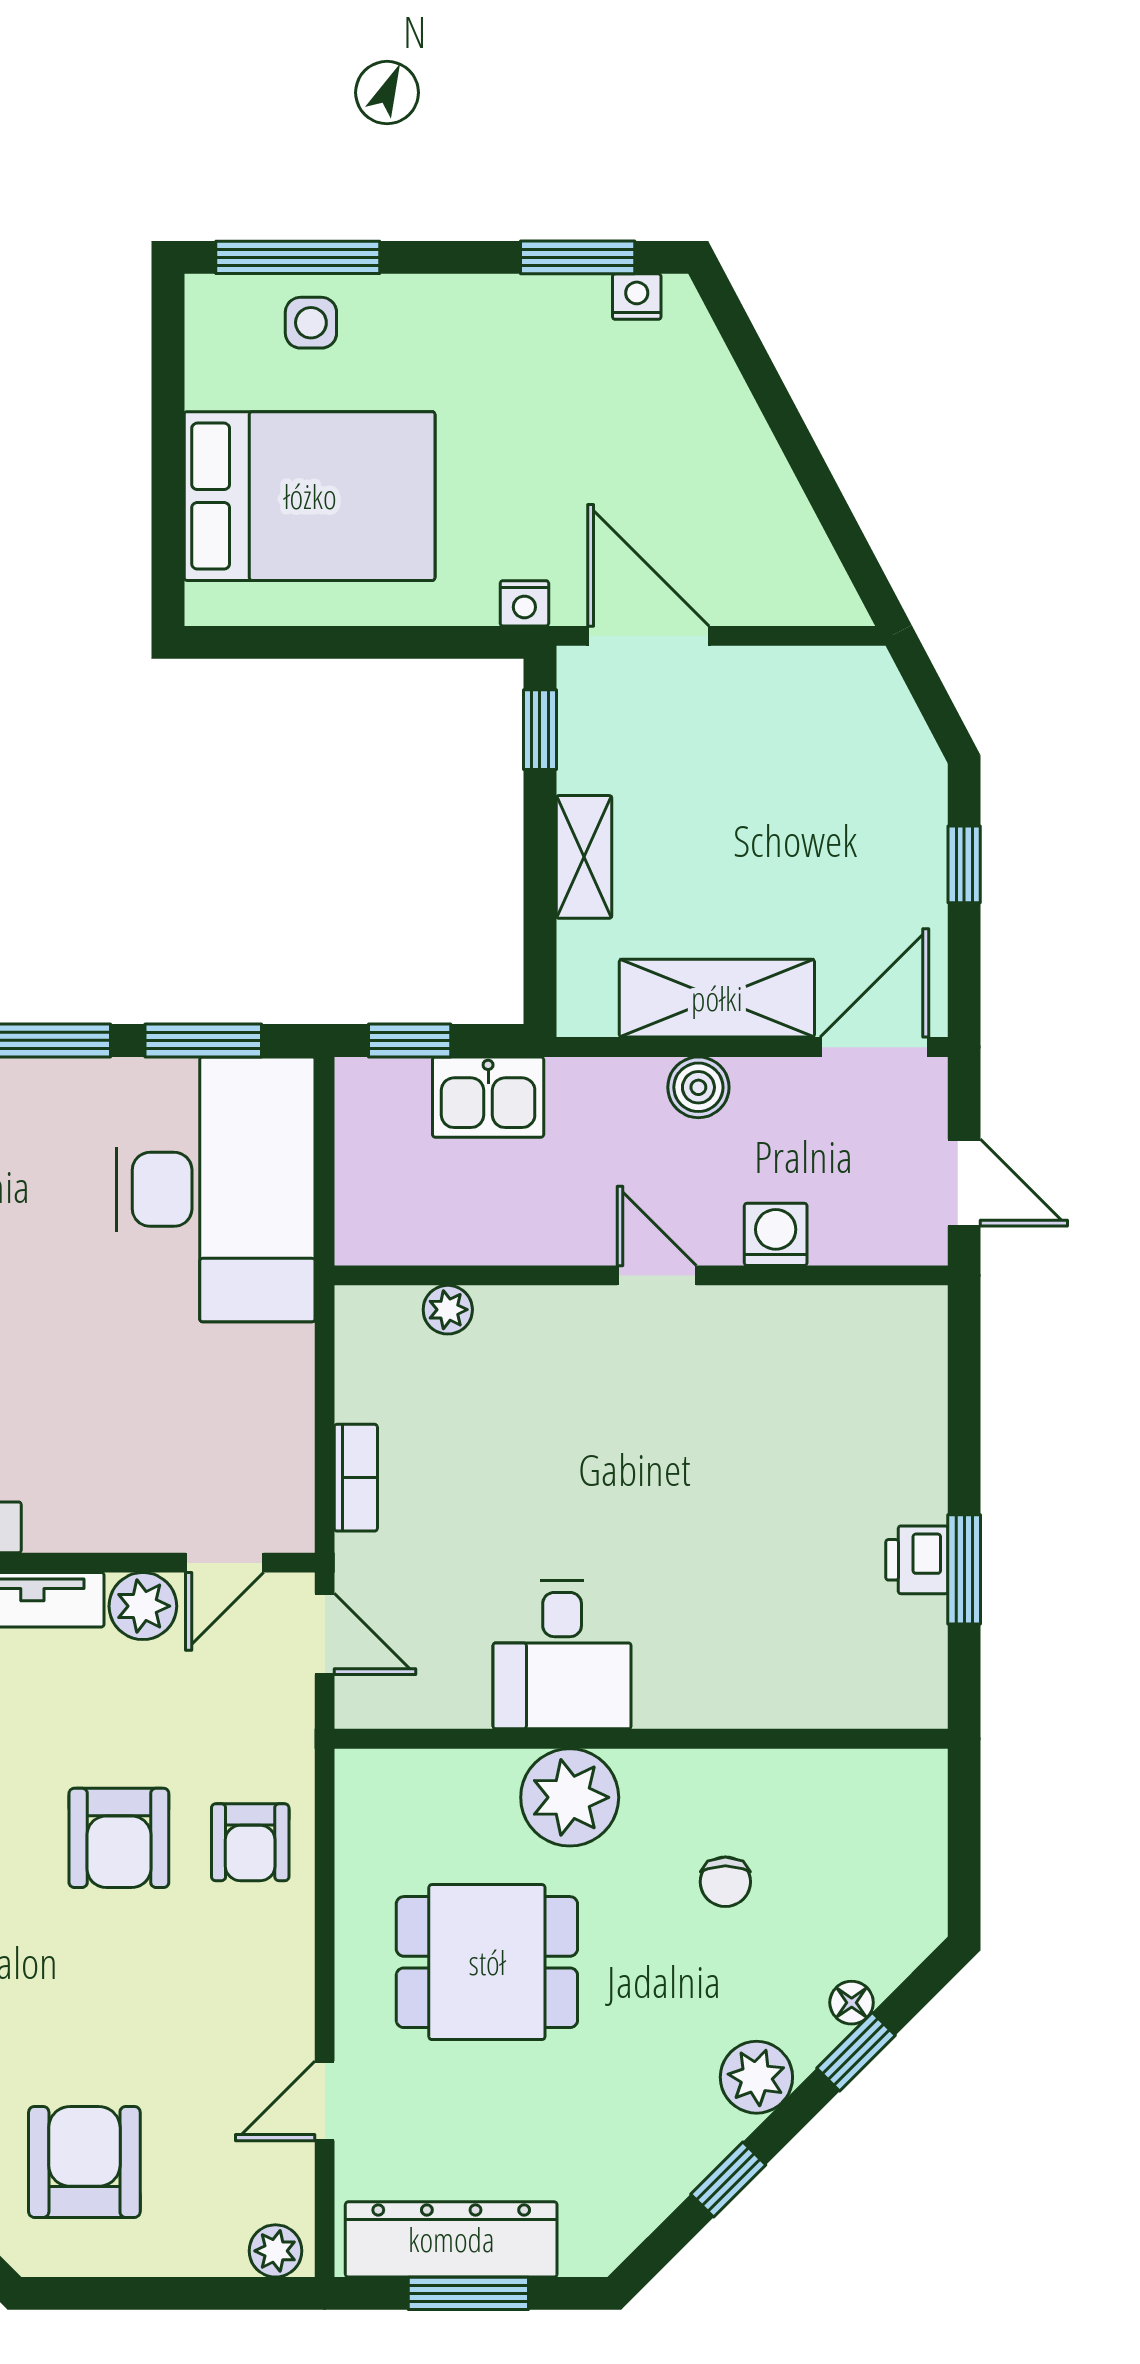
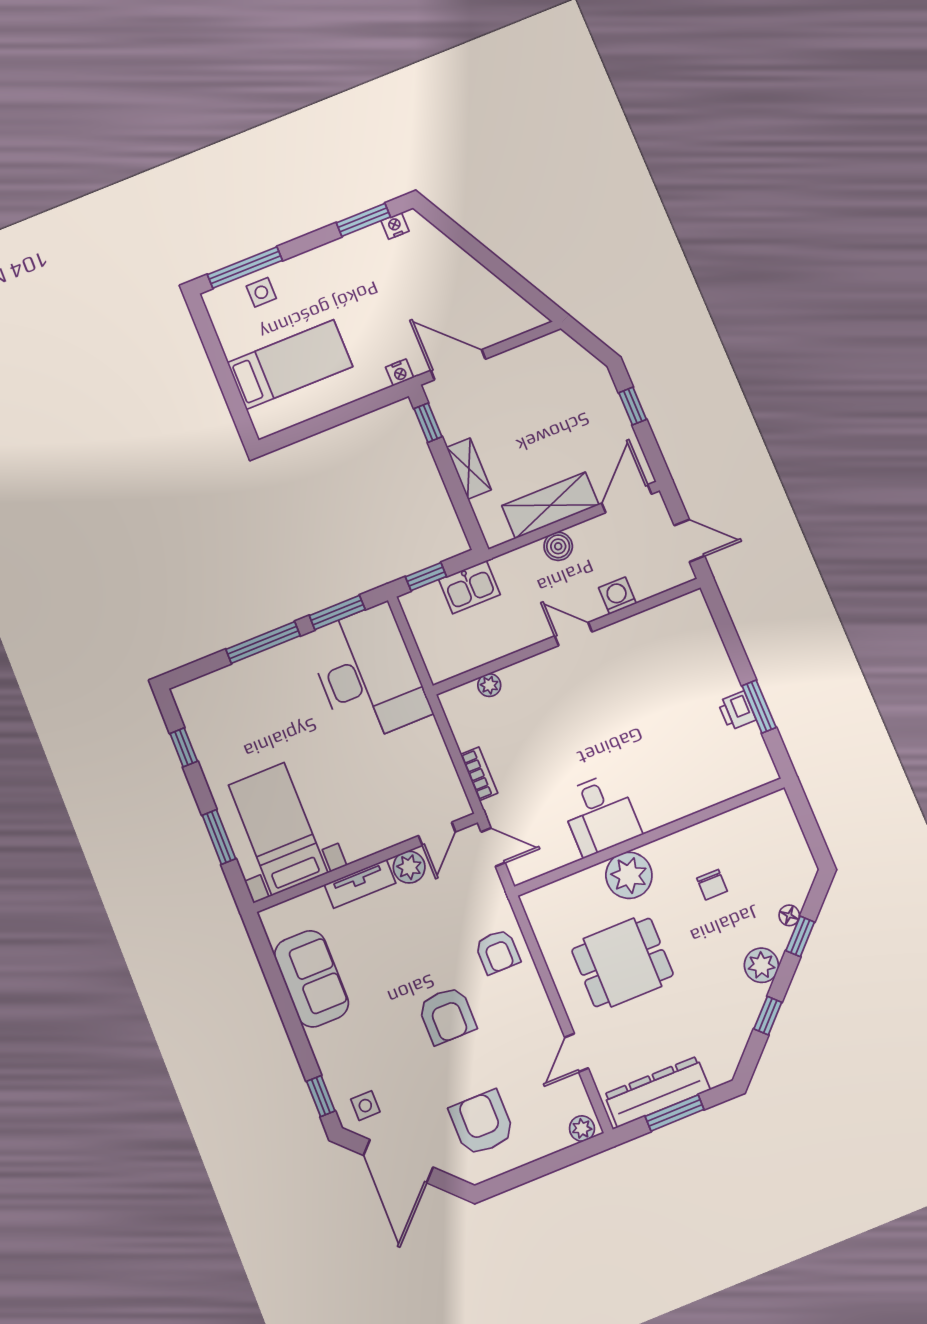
bed: (310, 496) -> (290, 365), width x0.67
armchair: (119, 1838) -> (447, 1015), moved

